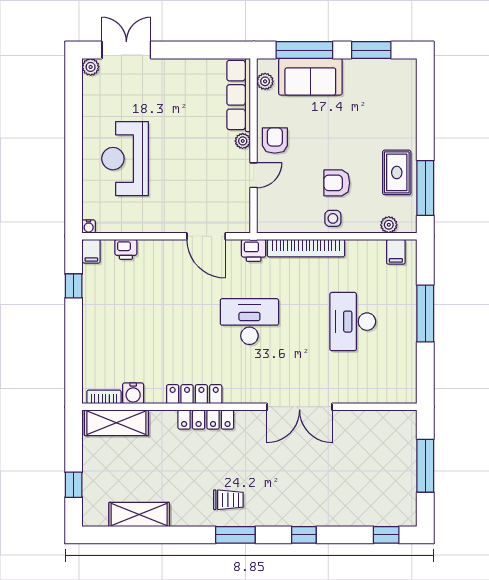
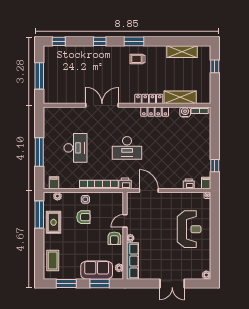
double door: (126, 50) -> (172, 283), moved
window: (304, 50) -> (100, 283), width x0.69
coffee table: (398, 96) -> (53, 260), added
shelving: (116, 423) -> (180, 97), moved

